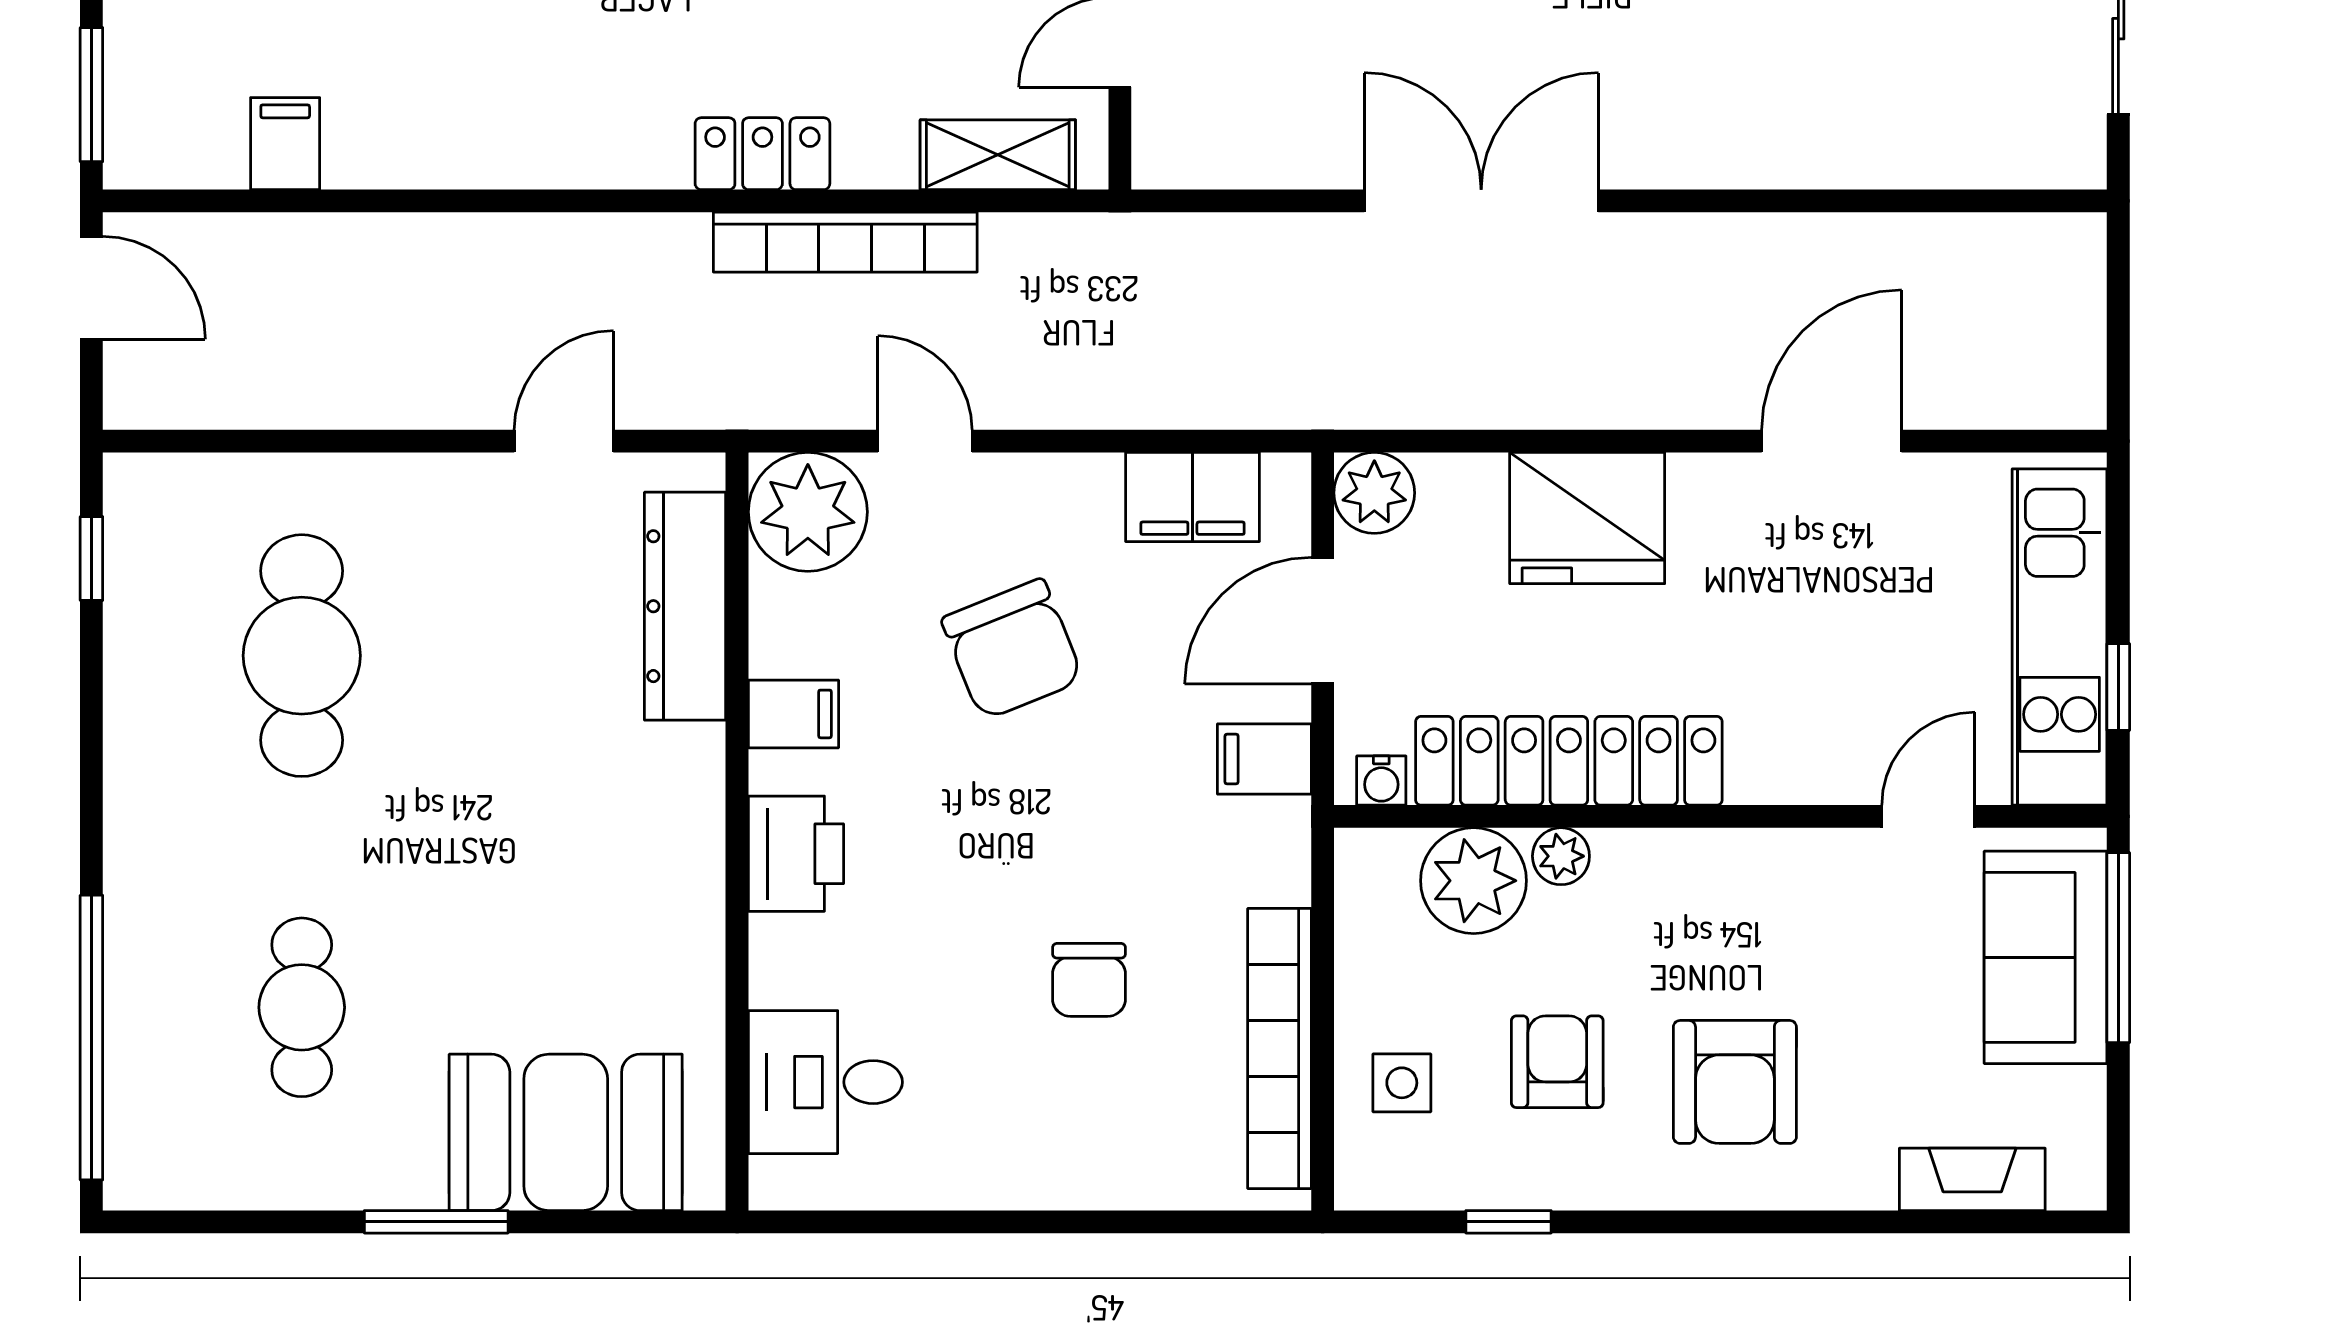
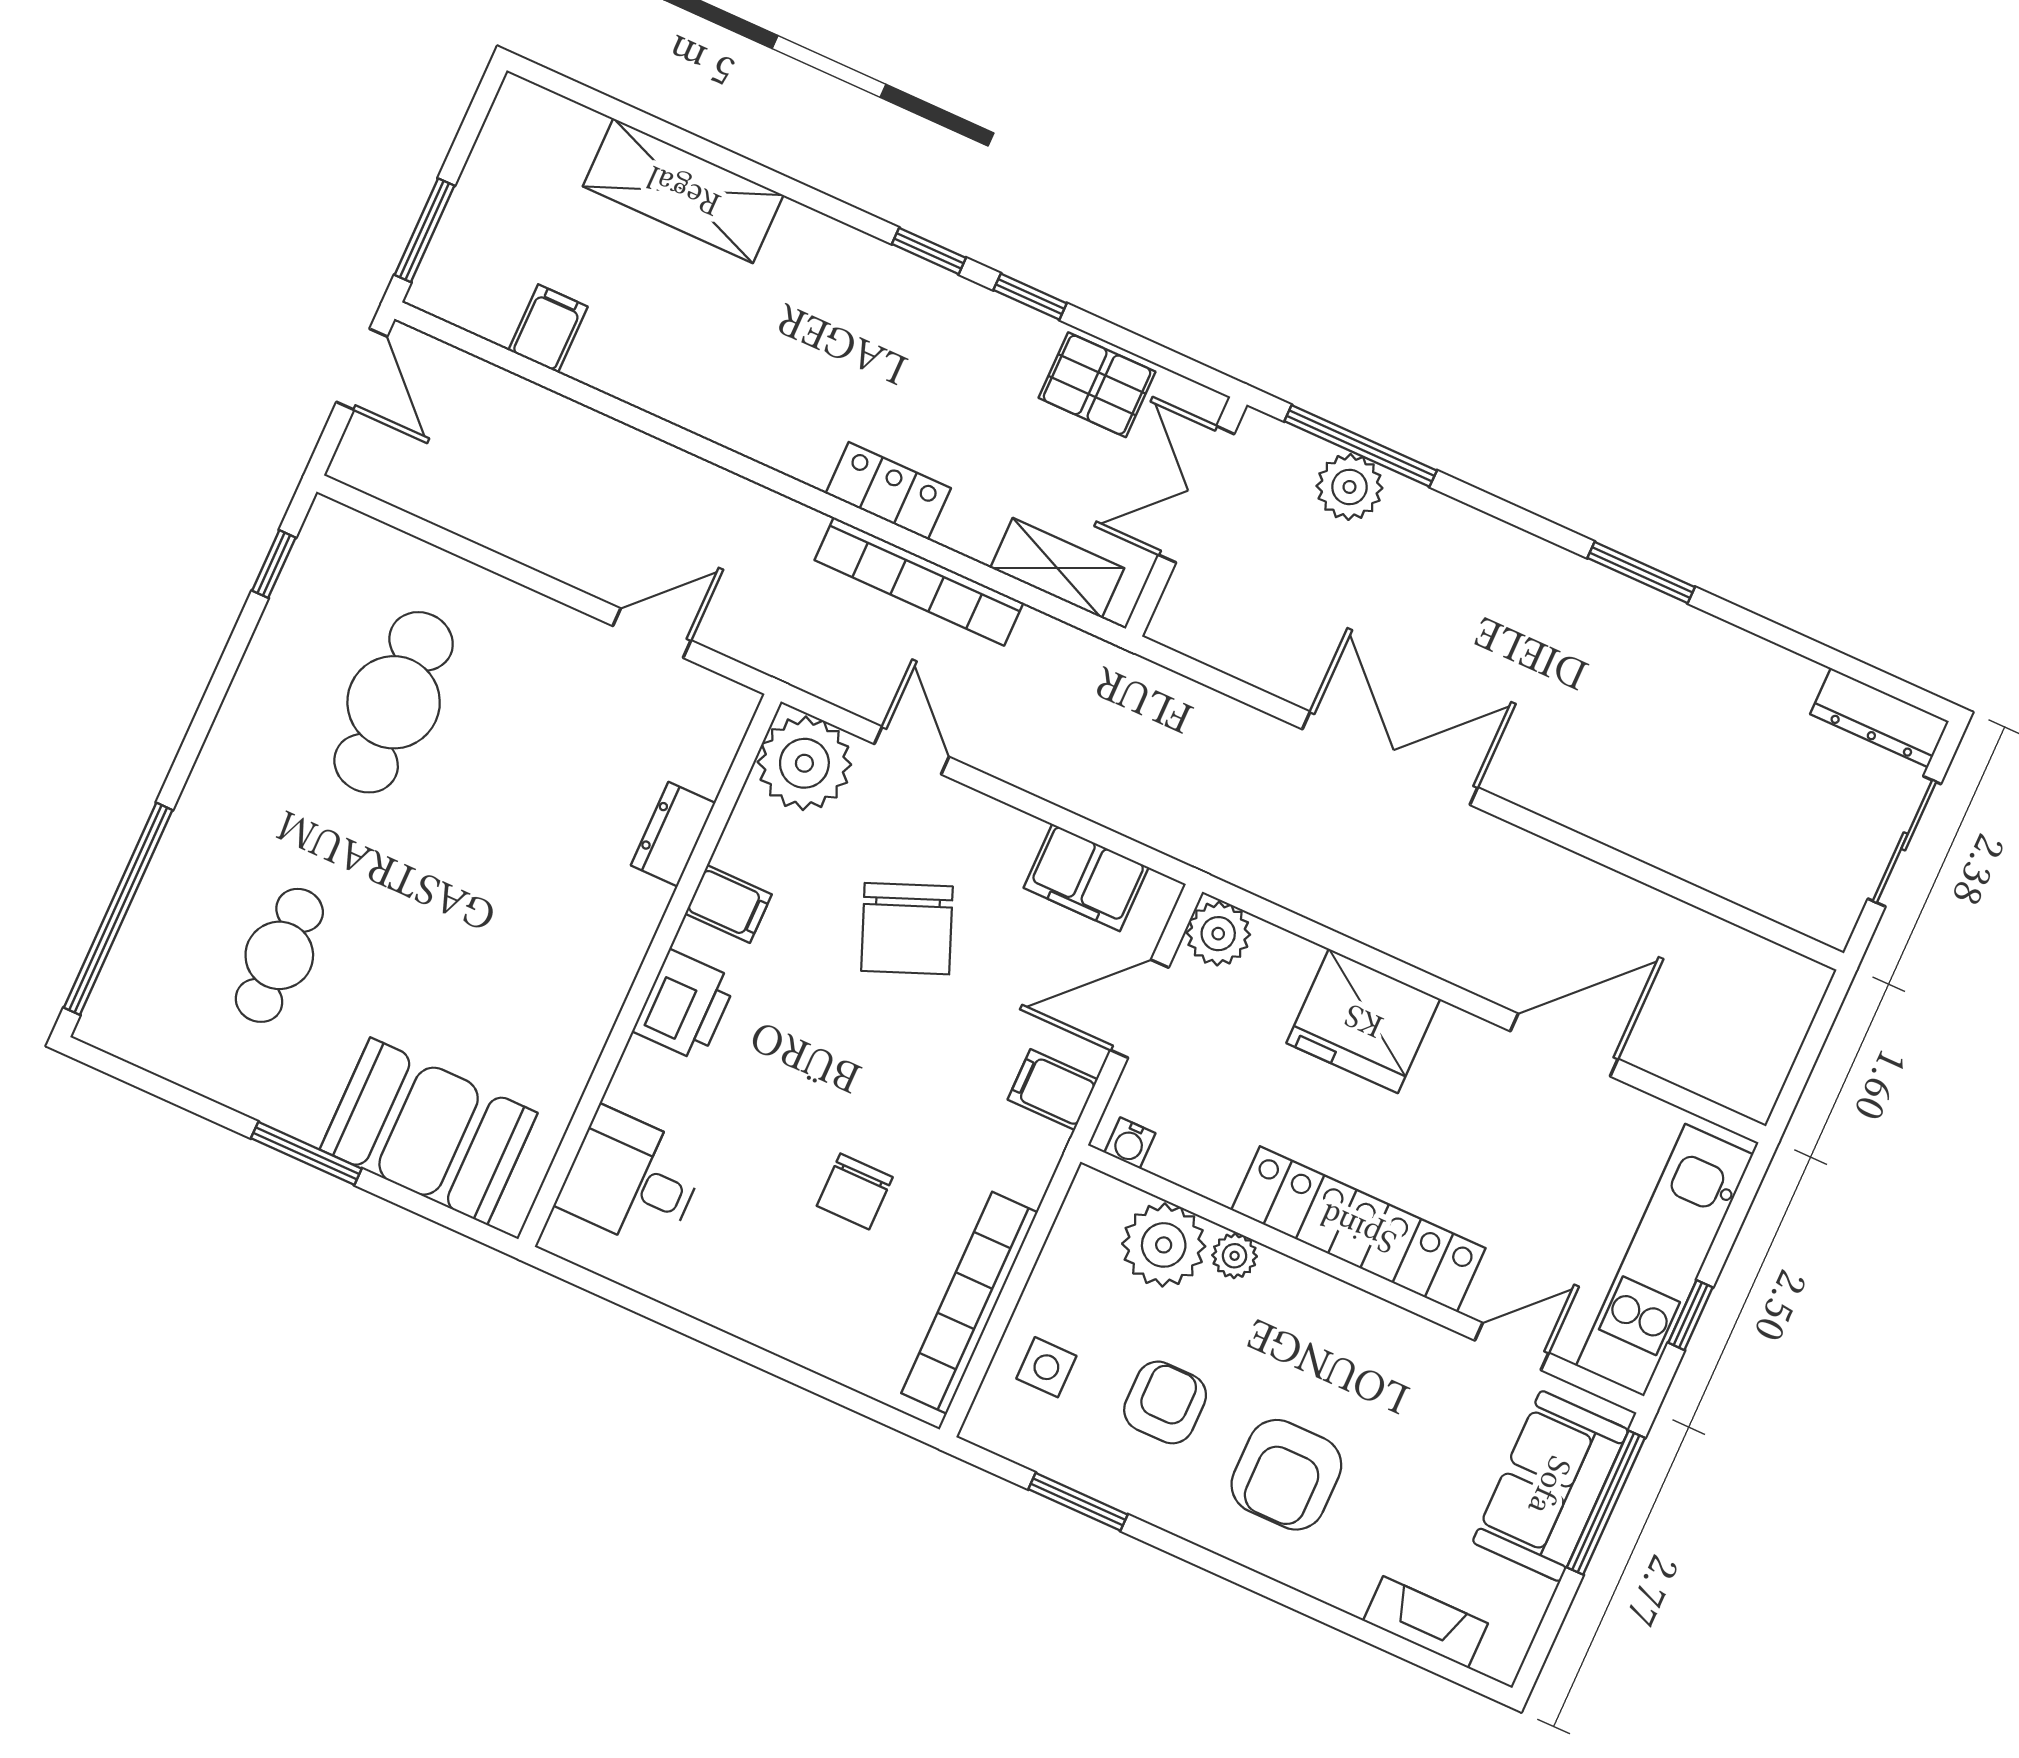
dresser: (685, 606) -> (673, 834), width x0.51, depth x0.80
locker: (1569, 761) -> (1358, 1229), moved
window: (1509, 1222) -> (1078, 1502), width x1.50

